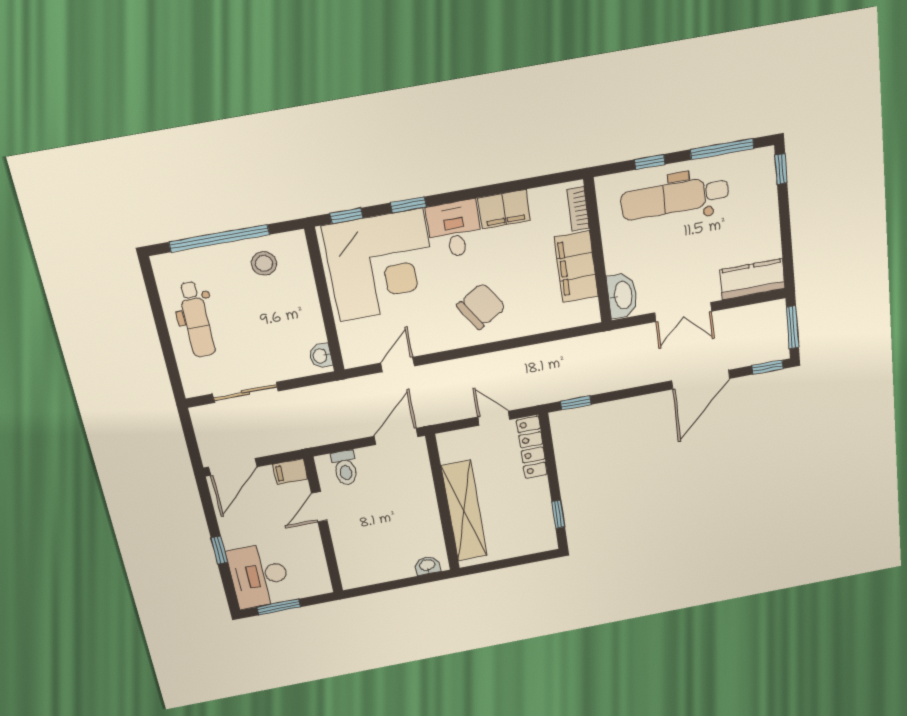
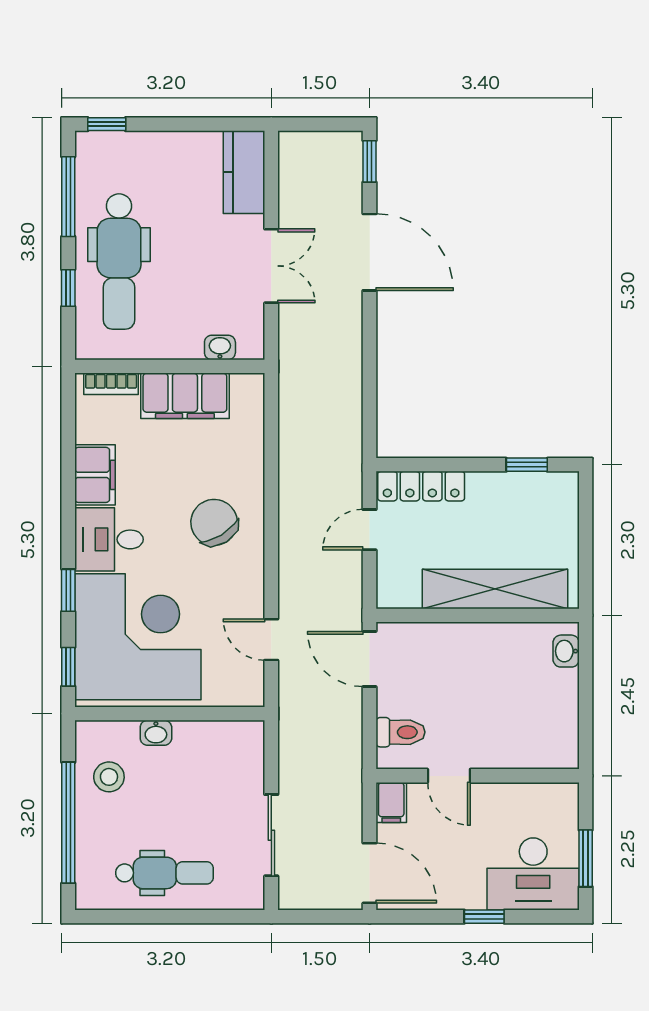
washbasin: (622, 295) -> (220, 347), width x0.52, depth x0.69
window: (793, 327) -> (320, 124), removed
washbasin: (321, 356) -> (156, 733), moved
window: (576, 403) -> (370, 420), removed

